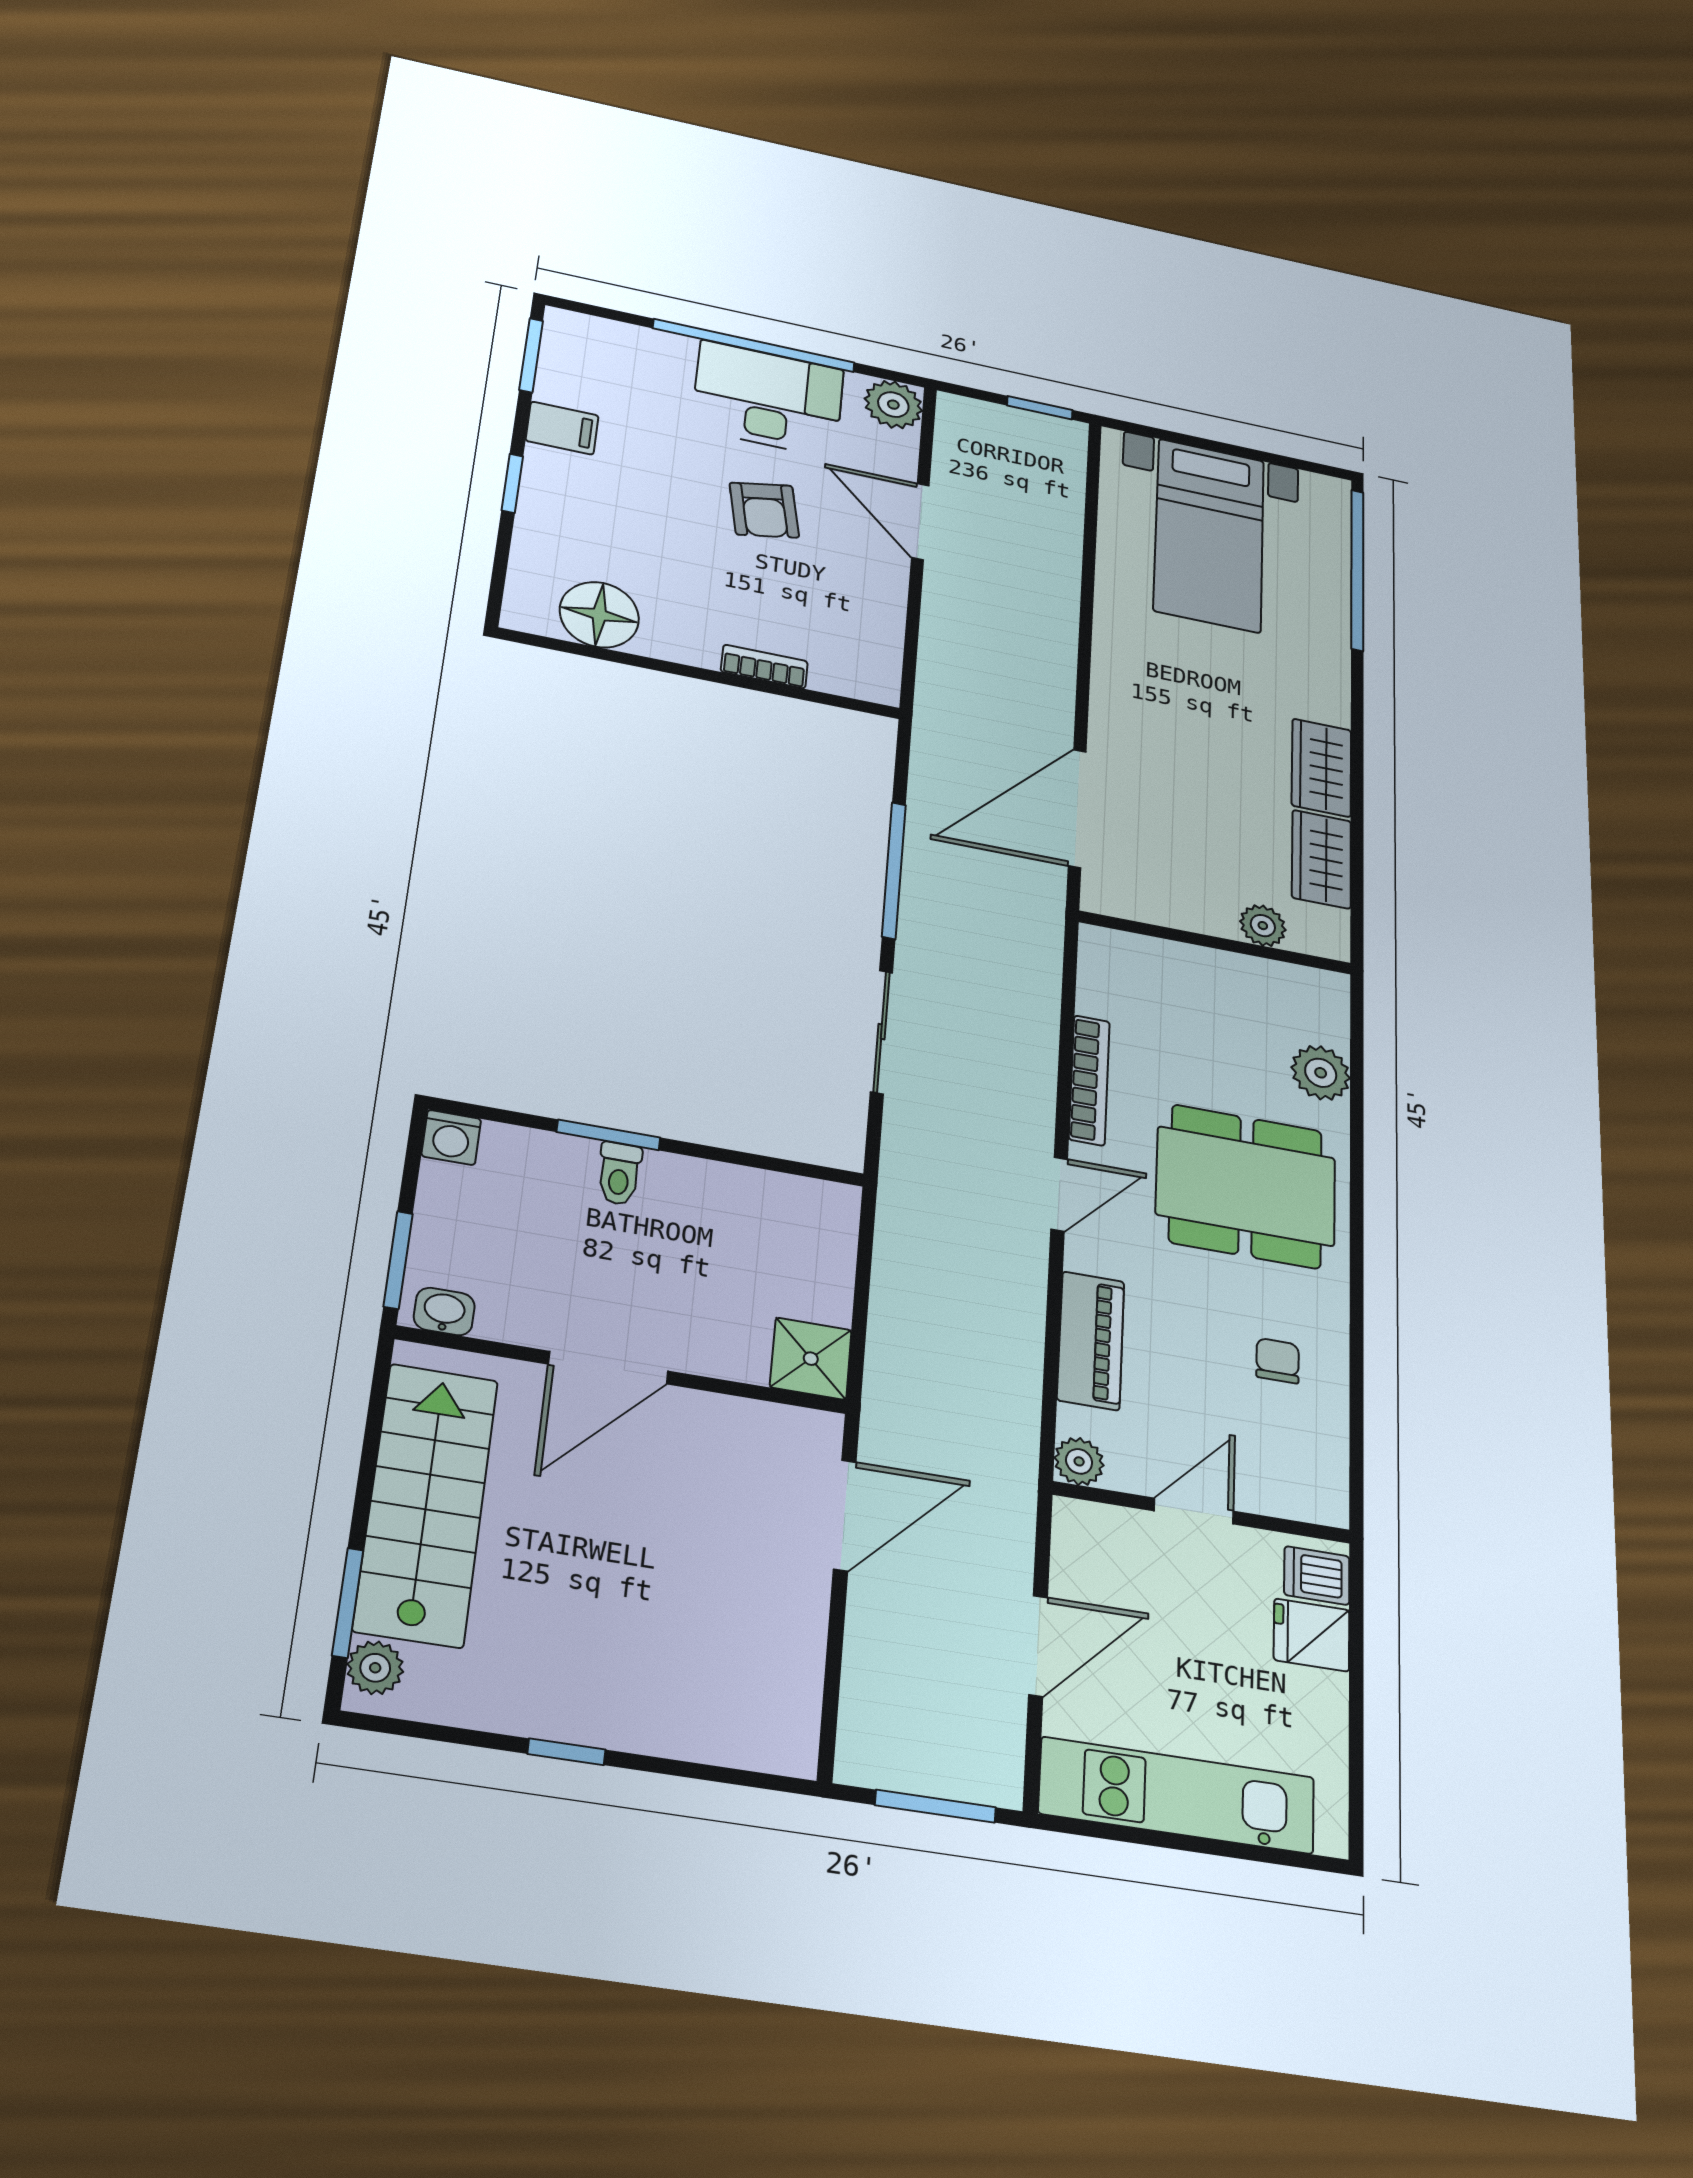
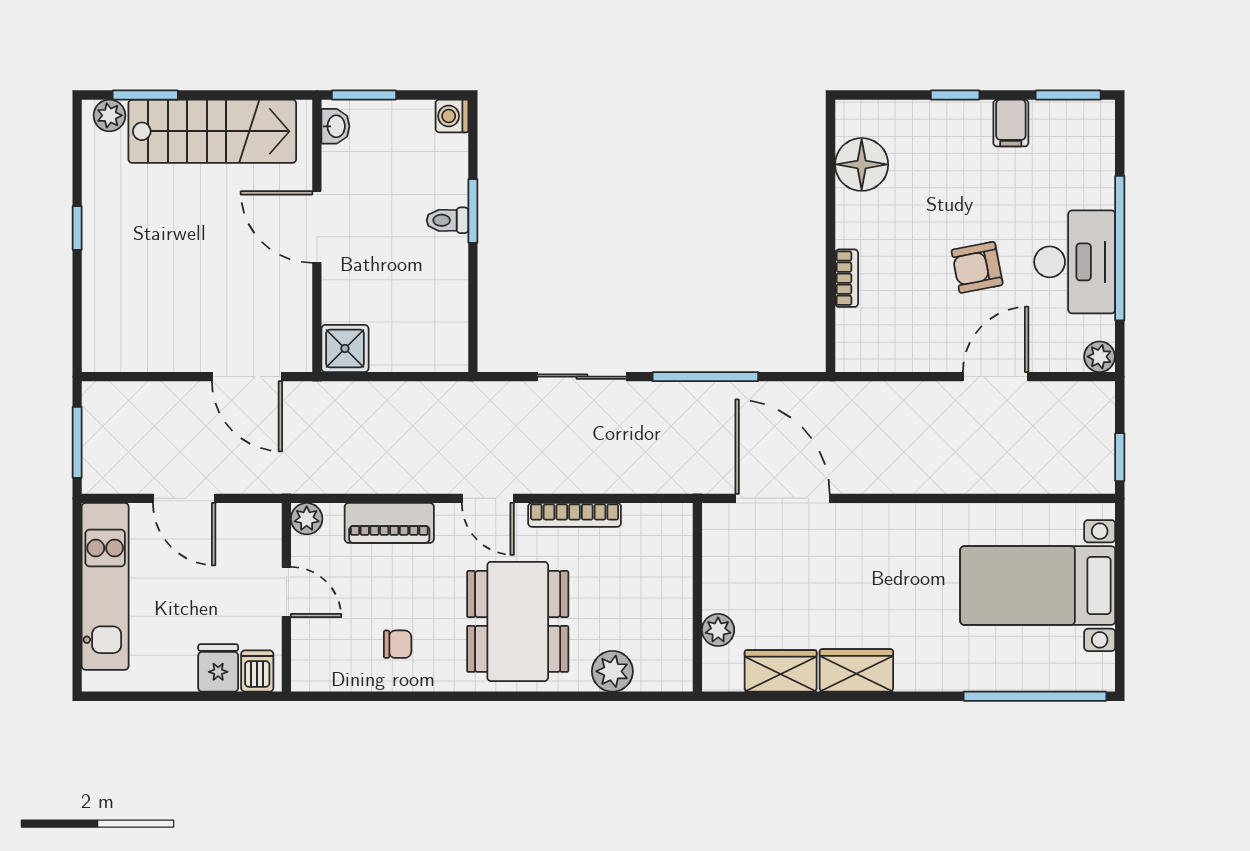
plant: (893, 405) -> (1100, 357), width x0.73, depth x0.73

